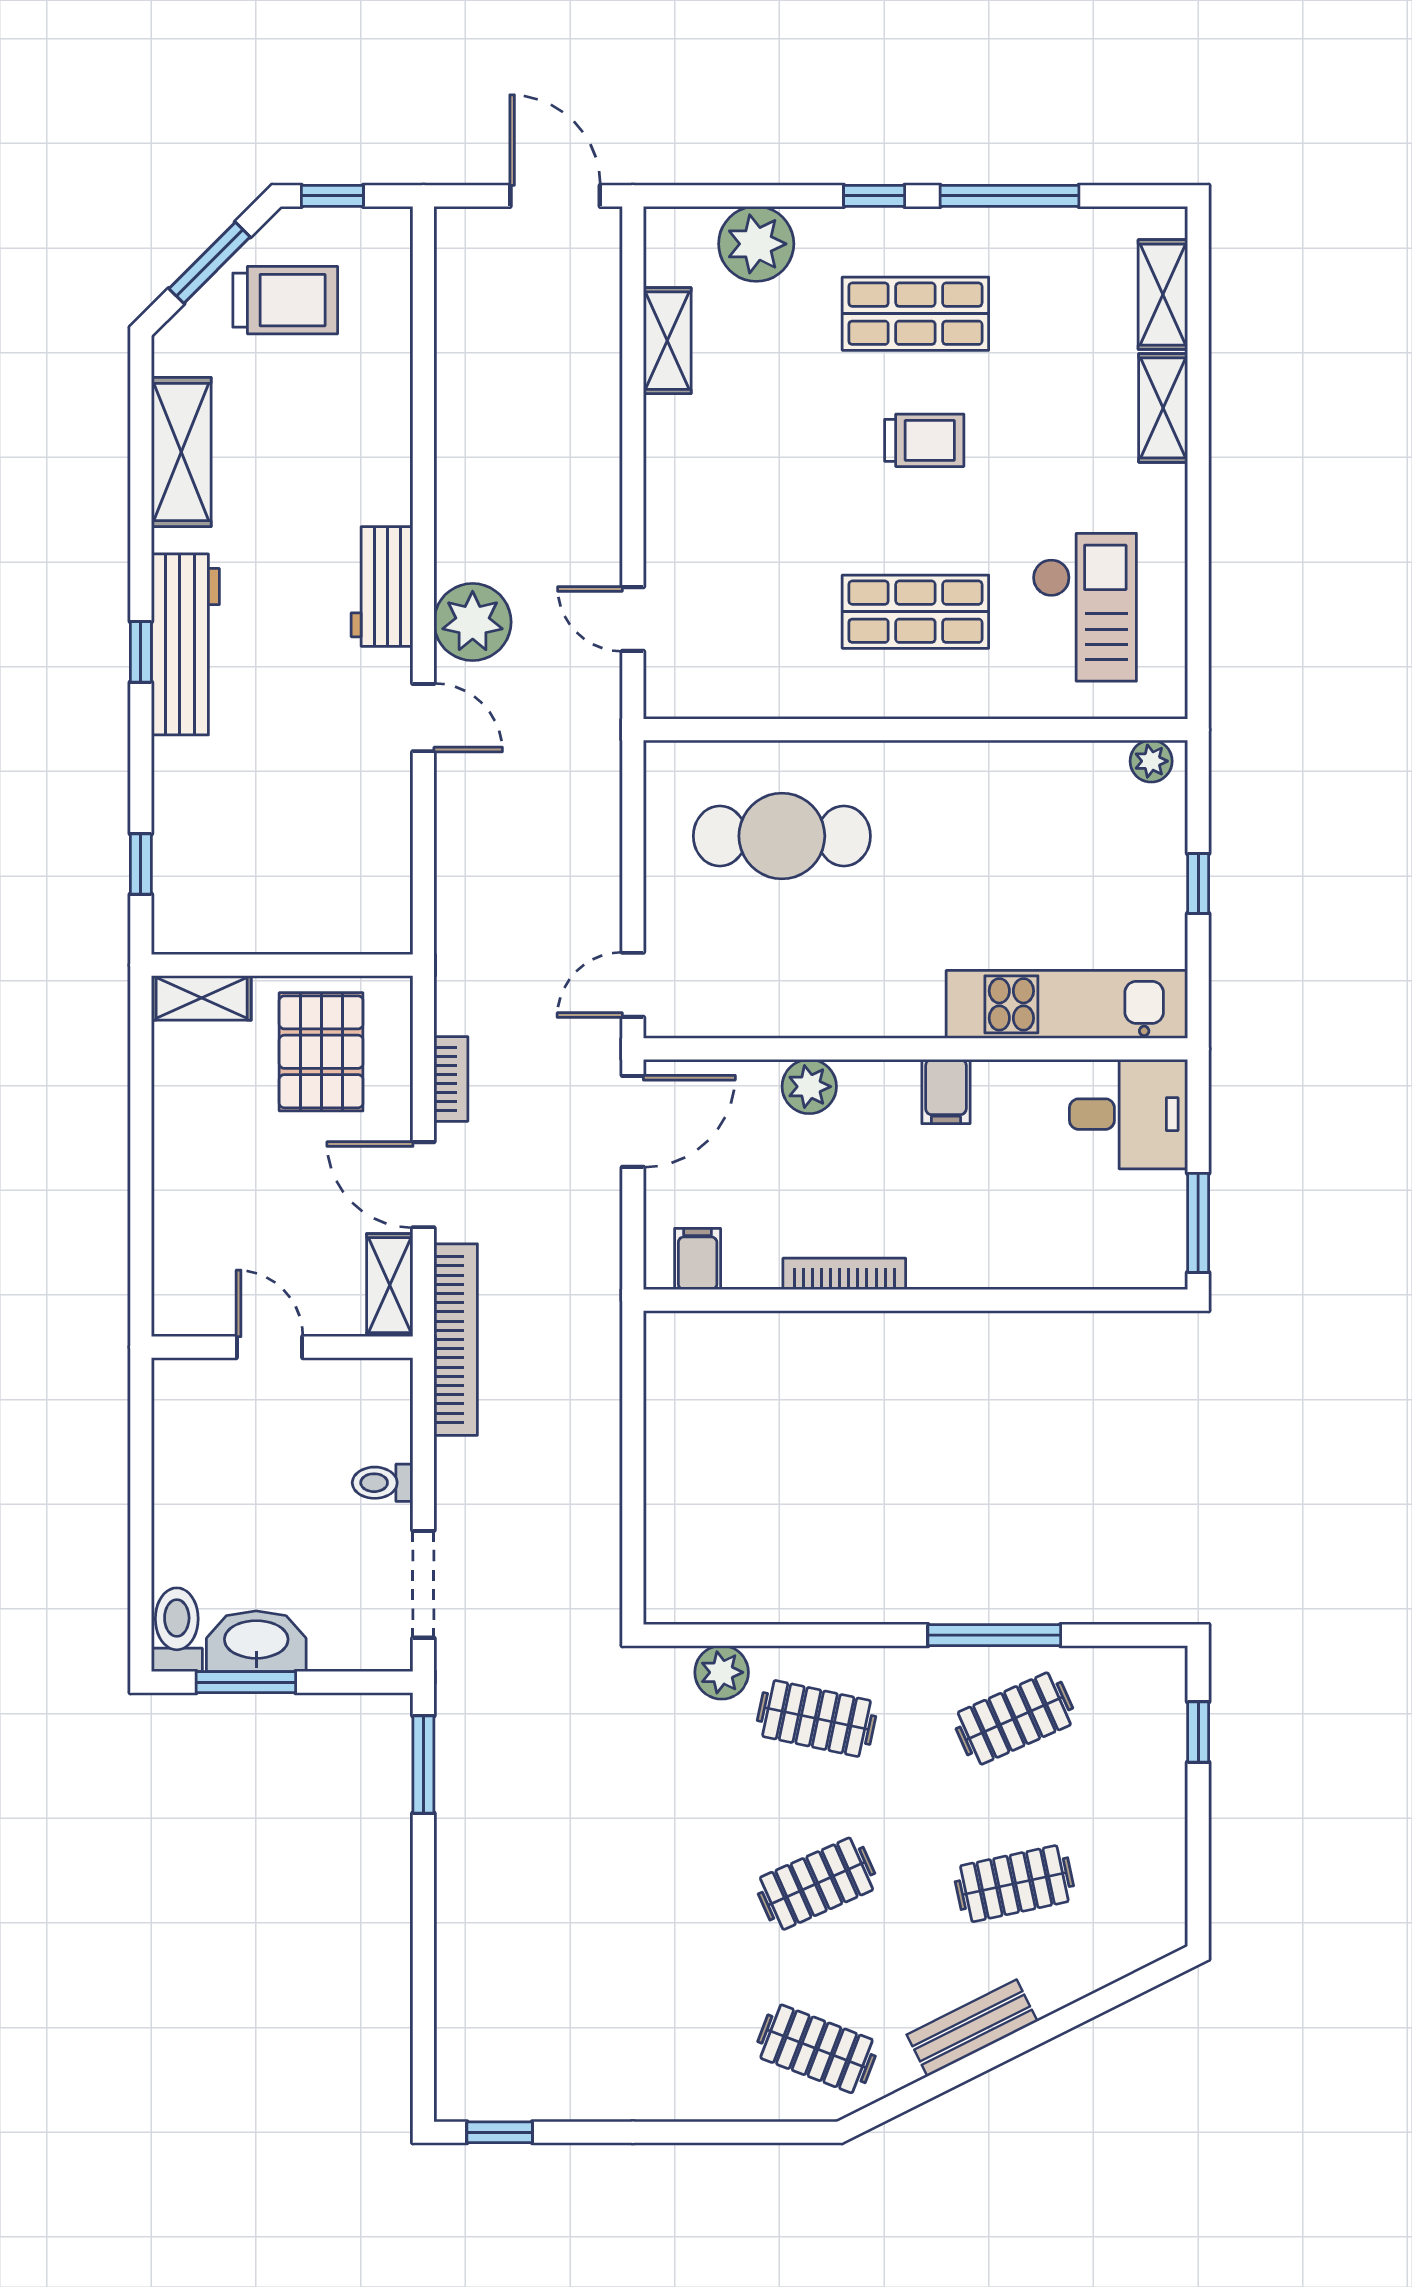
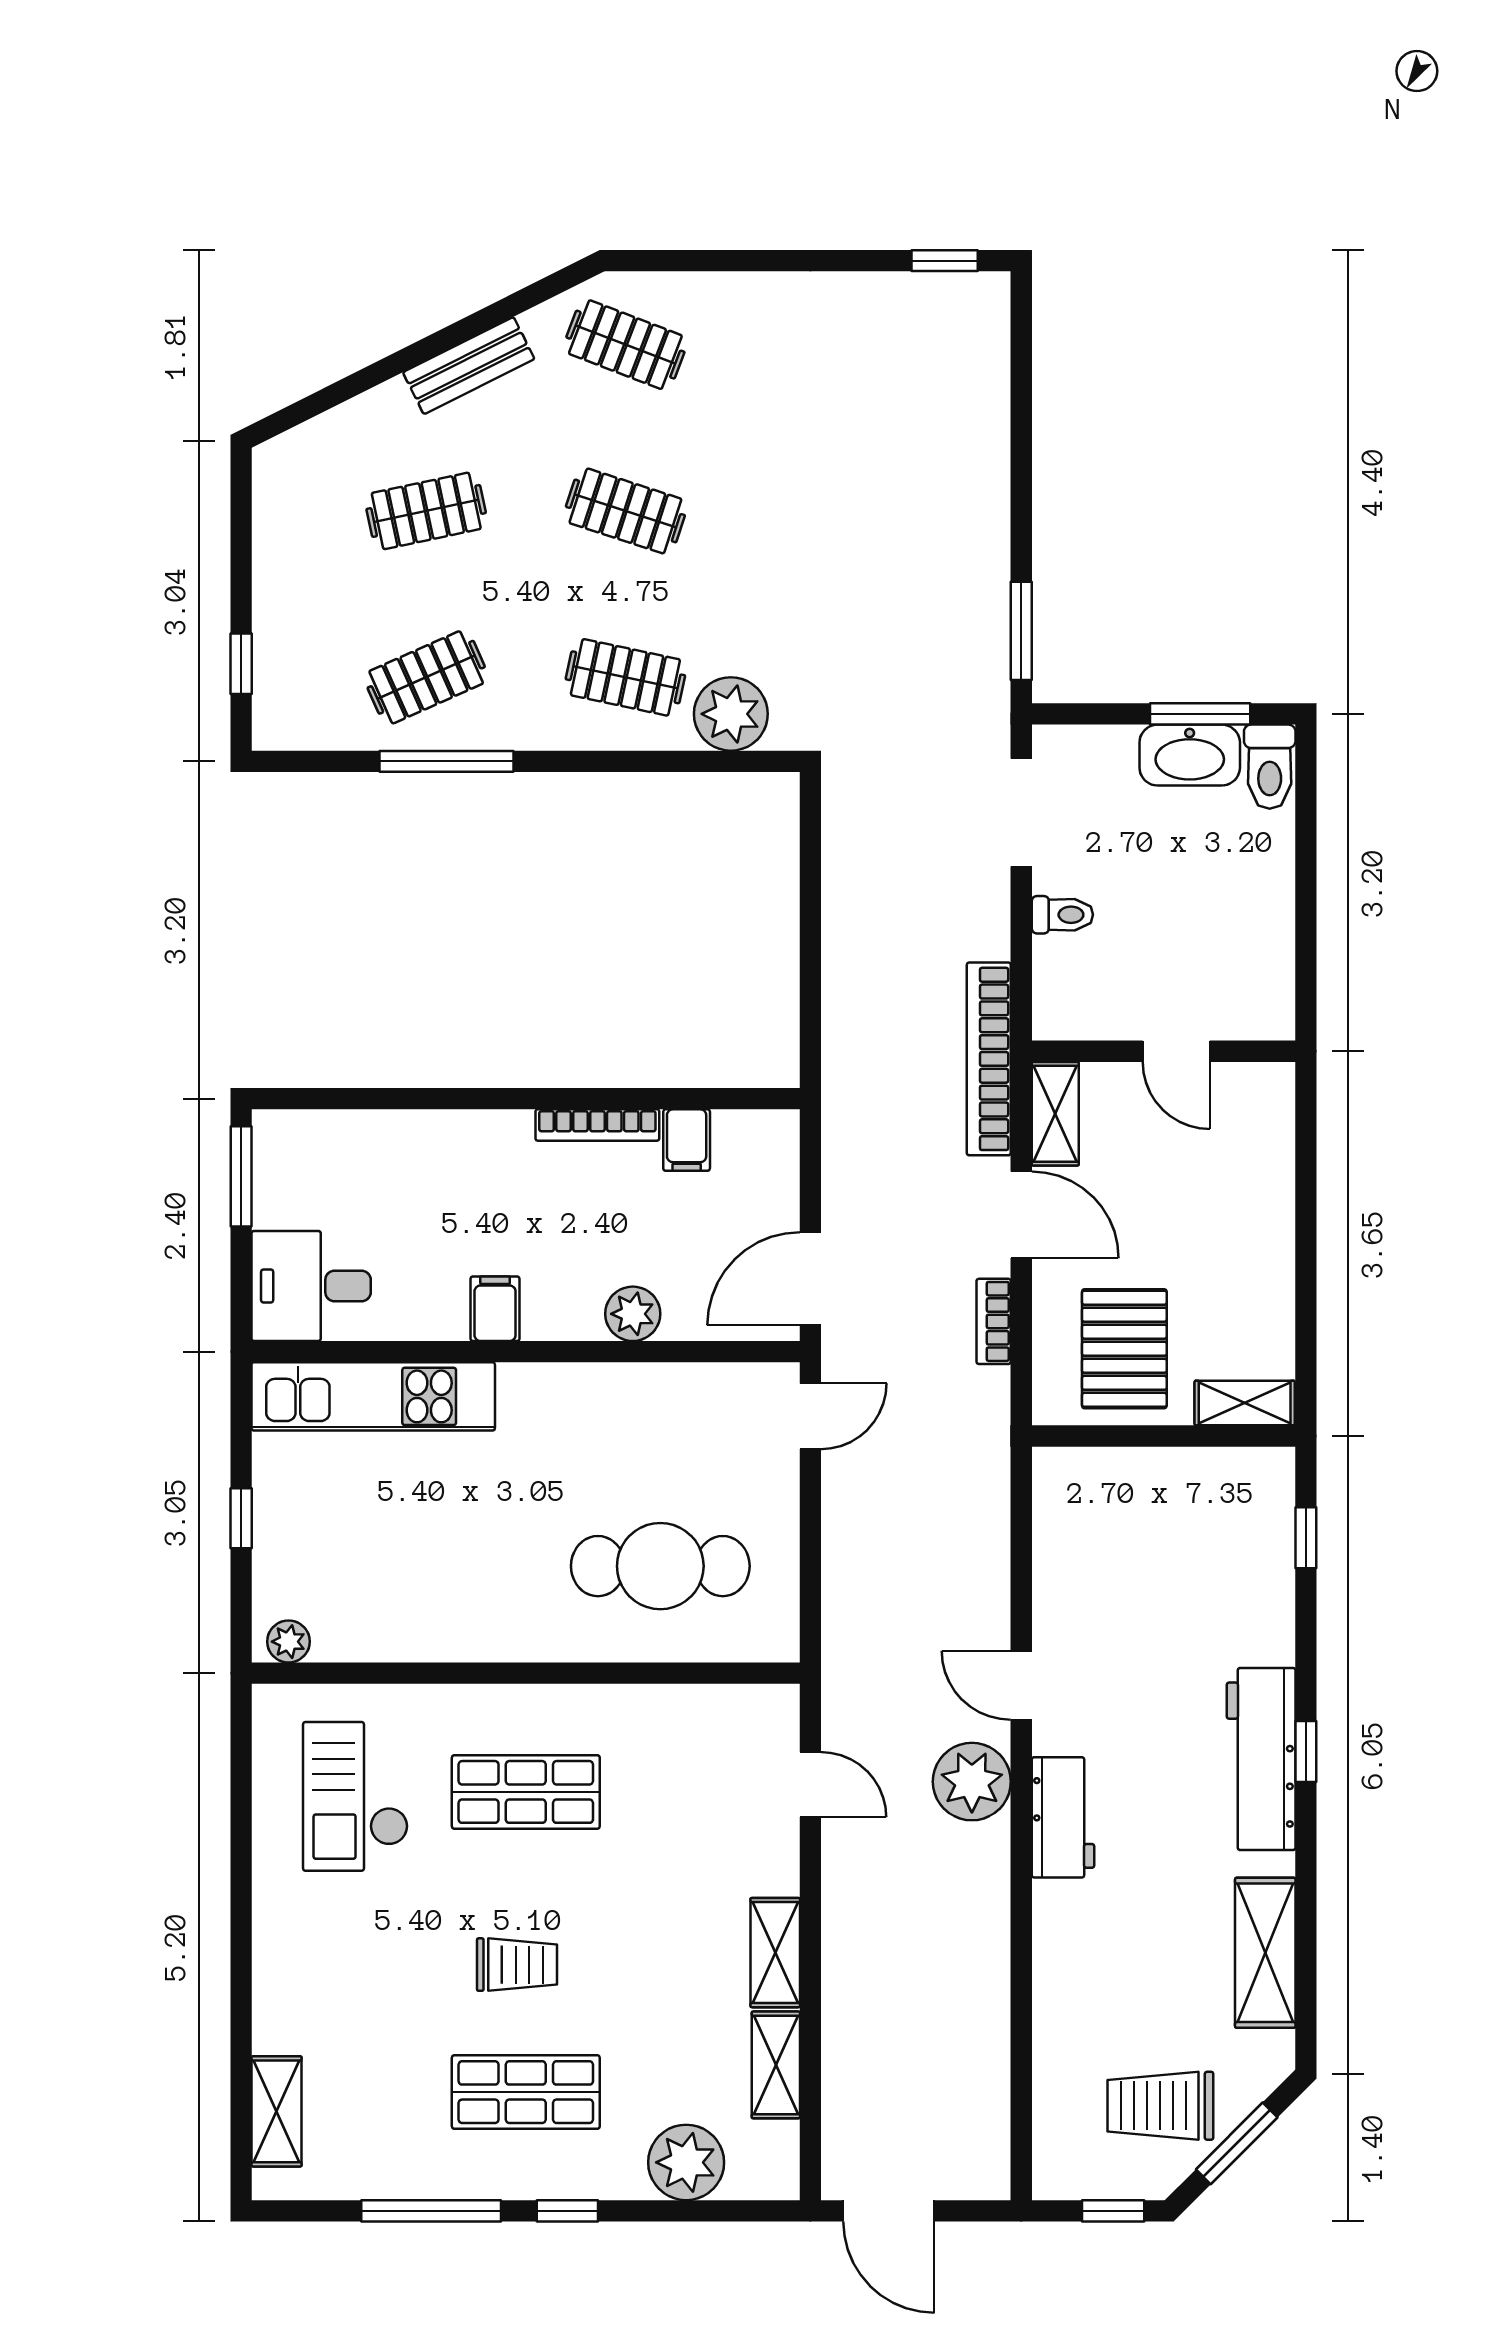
shelving: (1163, 408) -> (775, 1953), moved
trolley: (924, 440) -> (517, 1965), turned 180
filing cabinet: (698, 1259) -> (687, 1140), moved
plant: (722, 1672) -> (731, 714), width x1.36, depth x1.36
clothes rail: (817, 1884) -> (625, 511), turned 42

